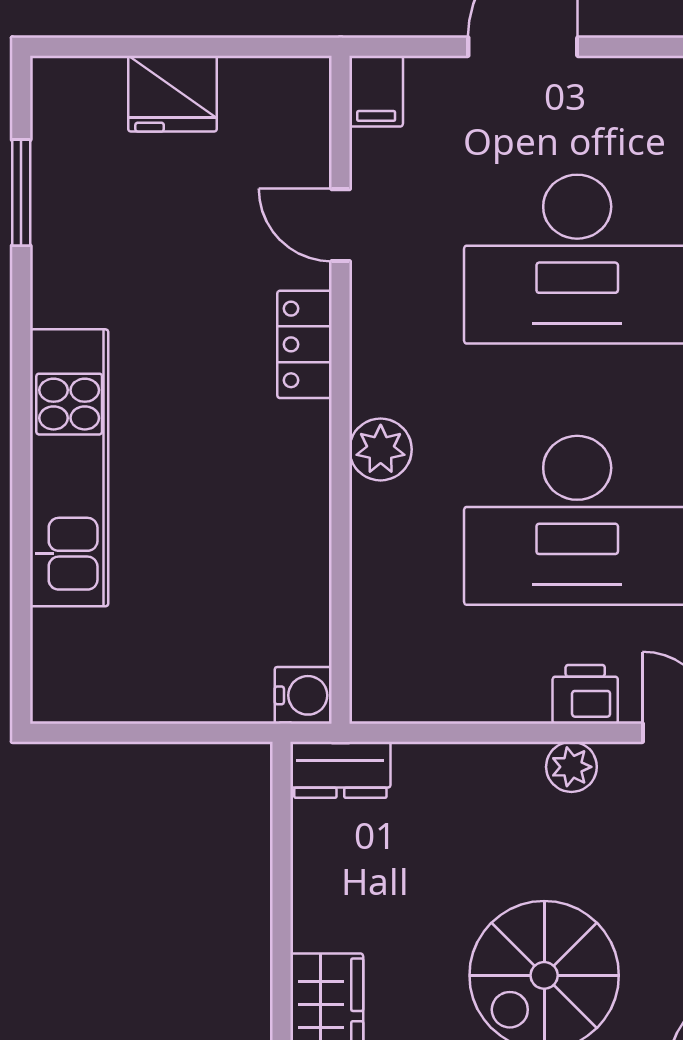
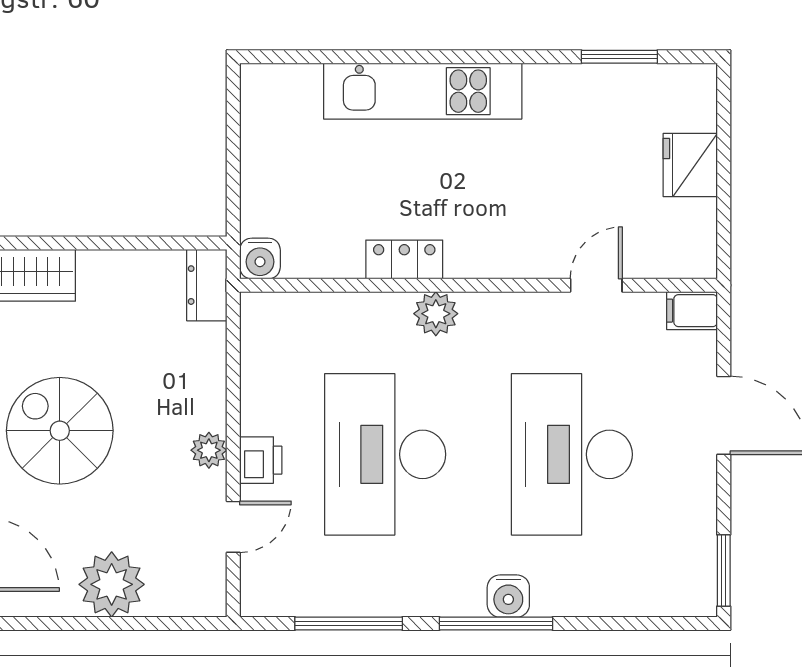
locker: (305, 344) -> (404, 259), moved

